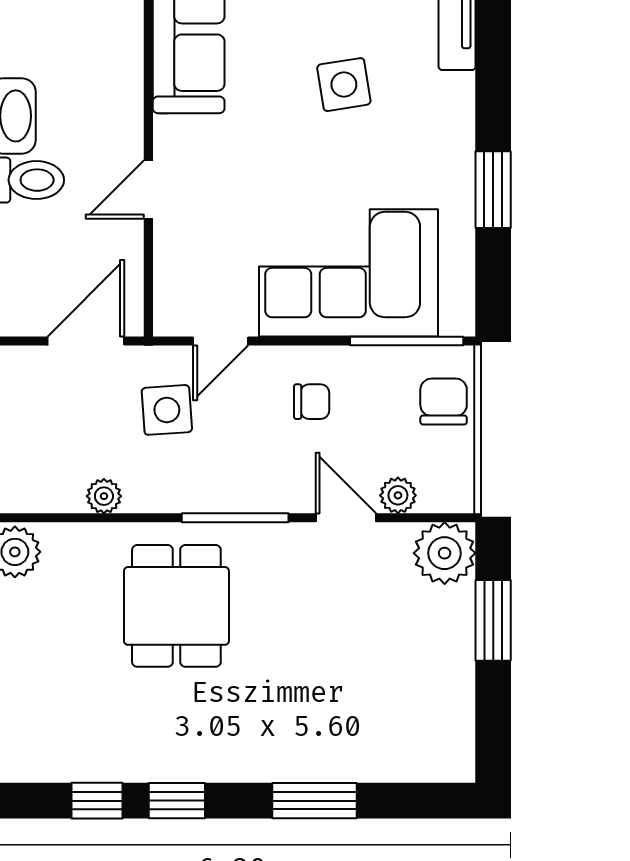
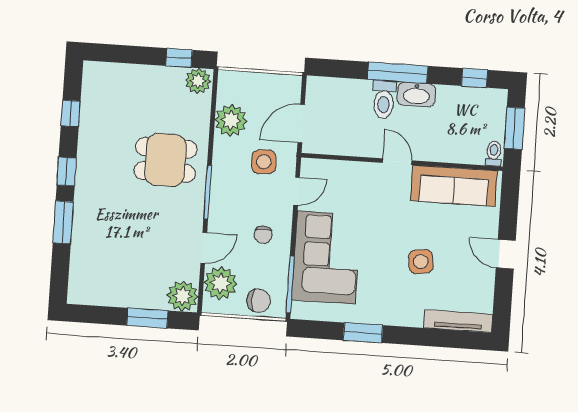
door: (148, 190) -> (397, 162), moved
door: (86, 341) -> (301, 124), swing flipped
door: (221, 341) -> (297, 191), swing flipped
plant: (398, 495) -> (221, 283), width x1.87, depth x1.87
plant: (104, 496) -> (231, 120), width x1.88, depth x1.88
window: (177, 801) -> (67, 172), moved

